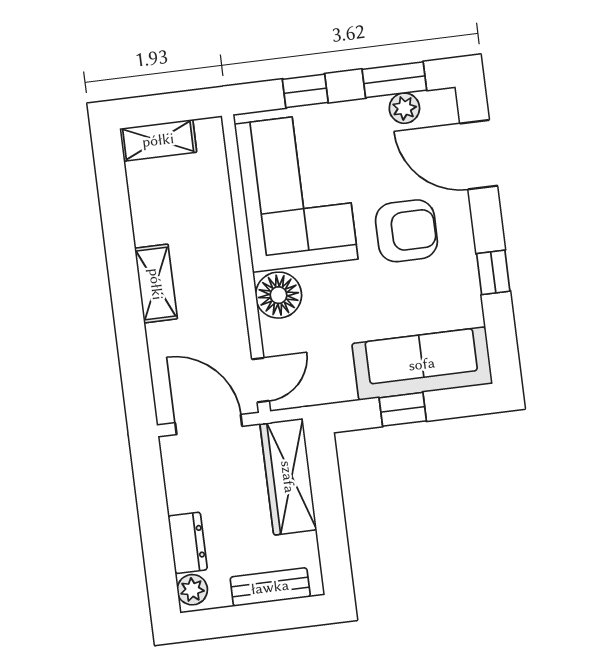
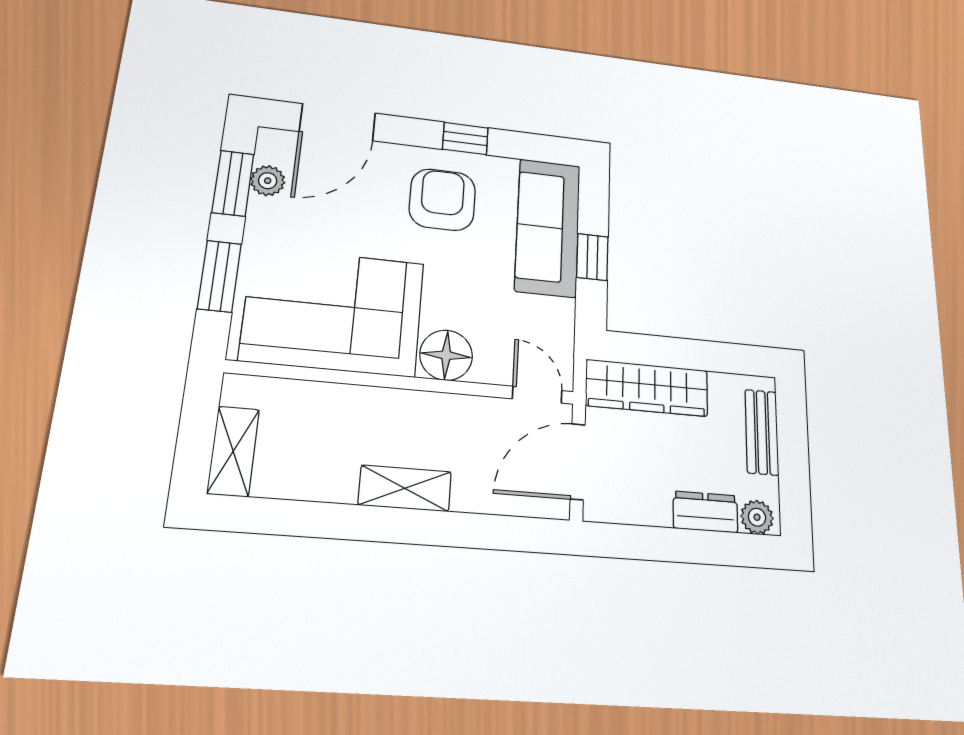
window: (305, 91) -> (219, 276), width x1.50
armchair: (406, 231) -> (442, 200), moved

